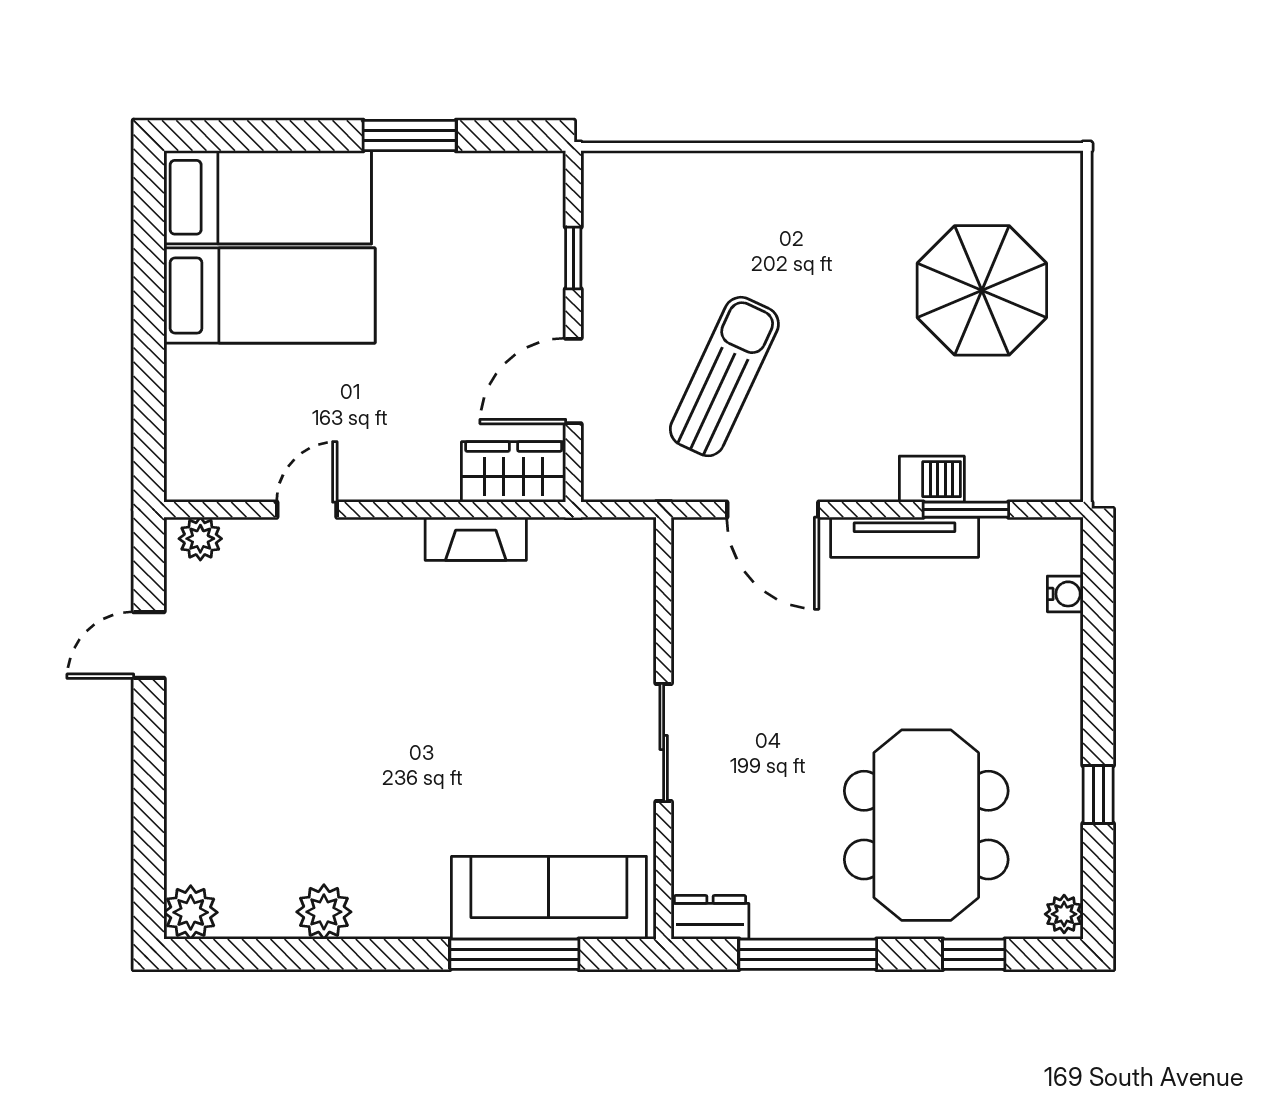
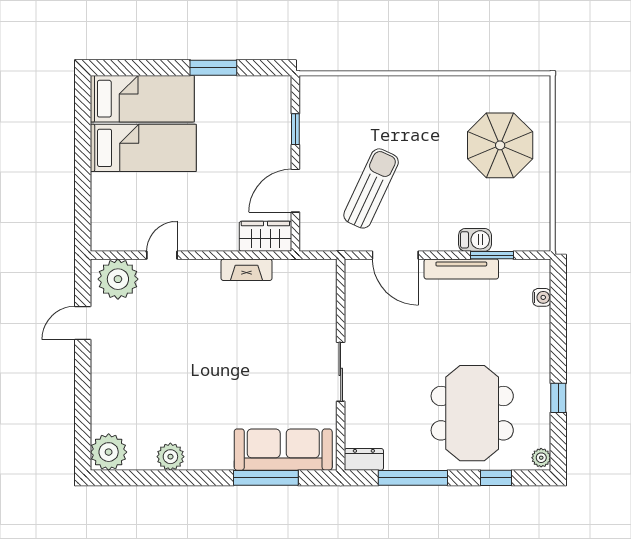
plant: (200, 539) -> (118, 279), width x1.88, depth x1.88
plant: (191, 912) -> (109, 452), width x1.36, depth x1.36

